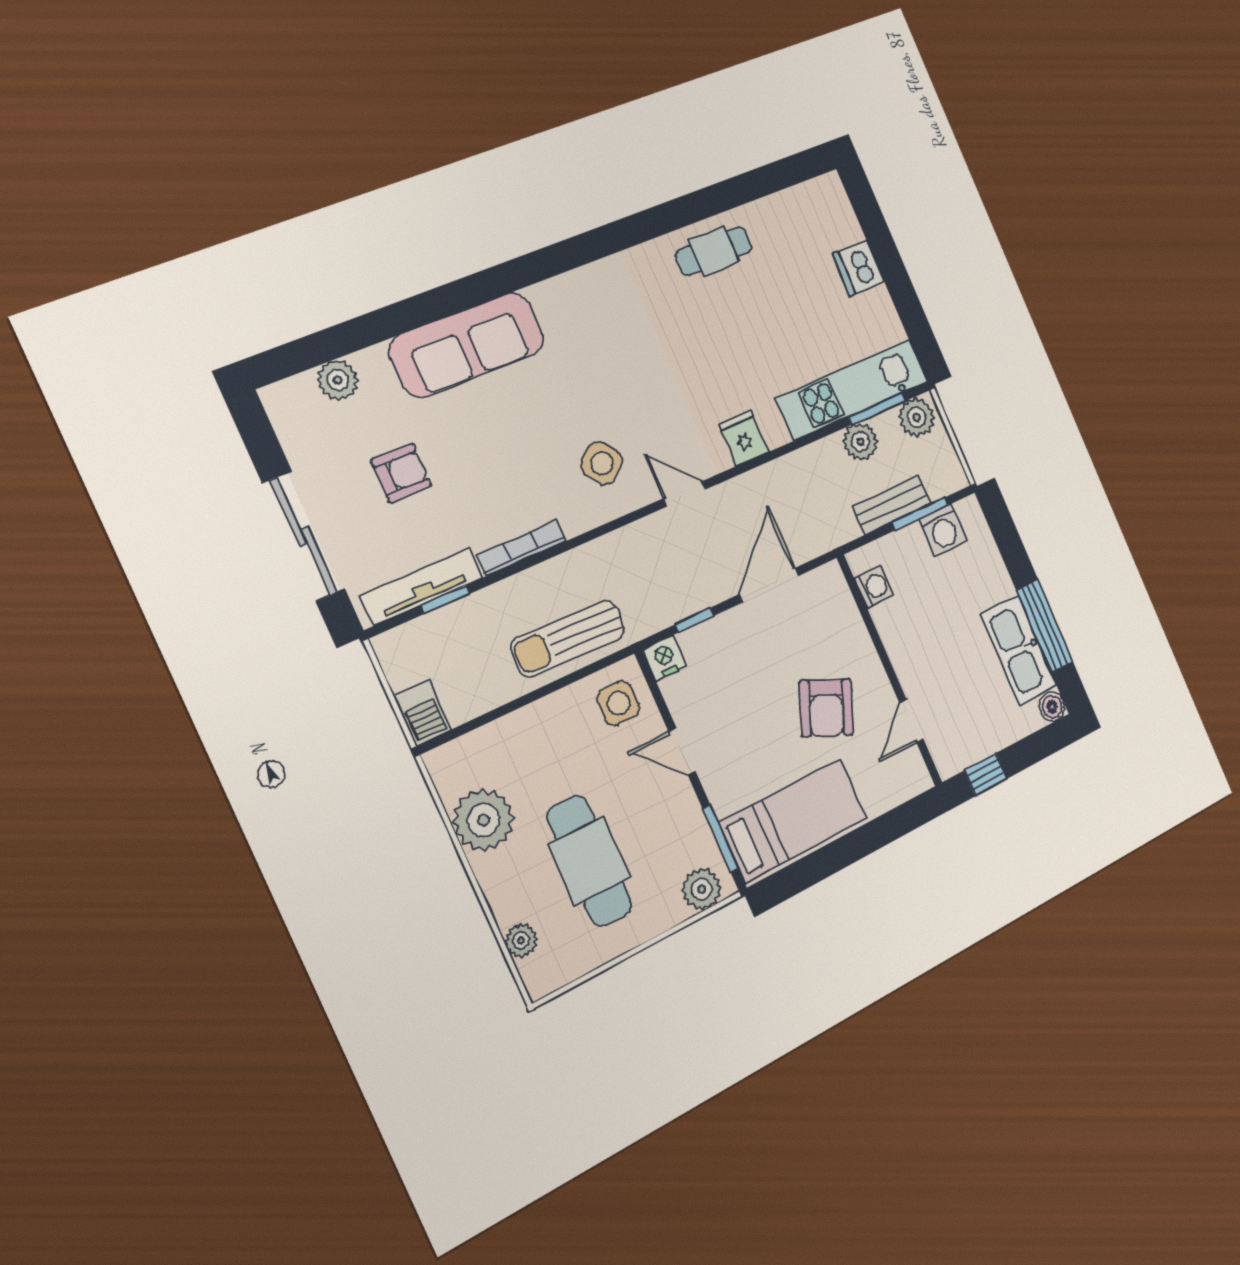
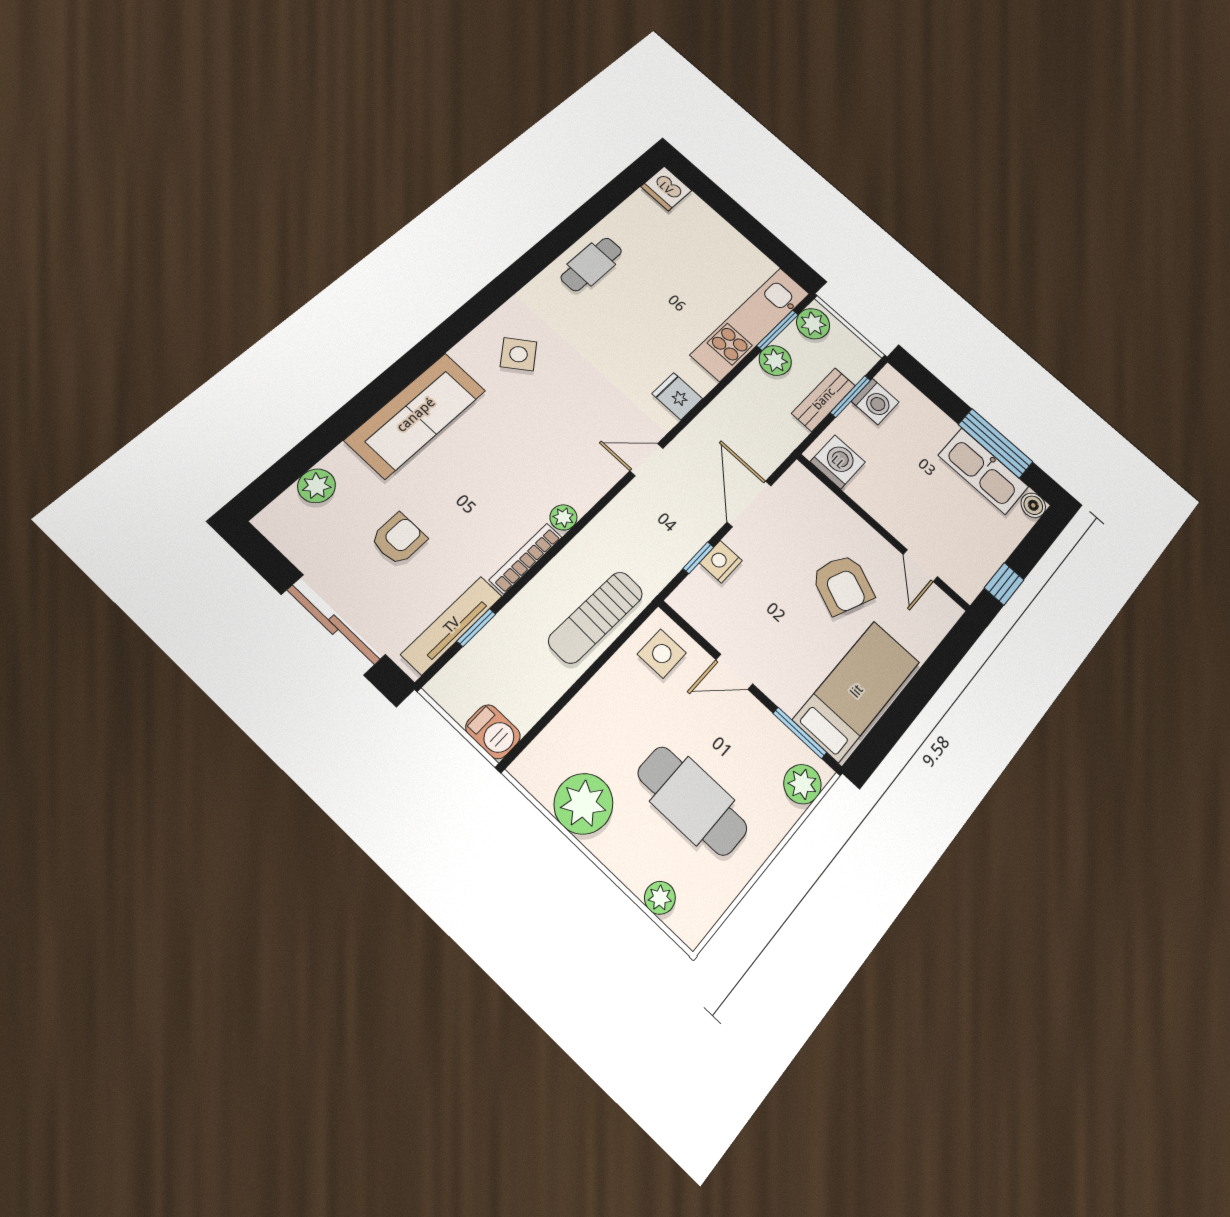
dishwasher: (859, 268) -> (666, 188), moved
side table: (602, 463) -> (519, 354), moved
plant: (576, 520) -> (563, 517), added
washing machine: (874, 587) -> (838, 462), width x1.38, depth x1.38
nightstand: (665, 658) -> (721, 562), moved

